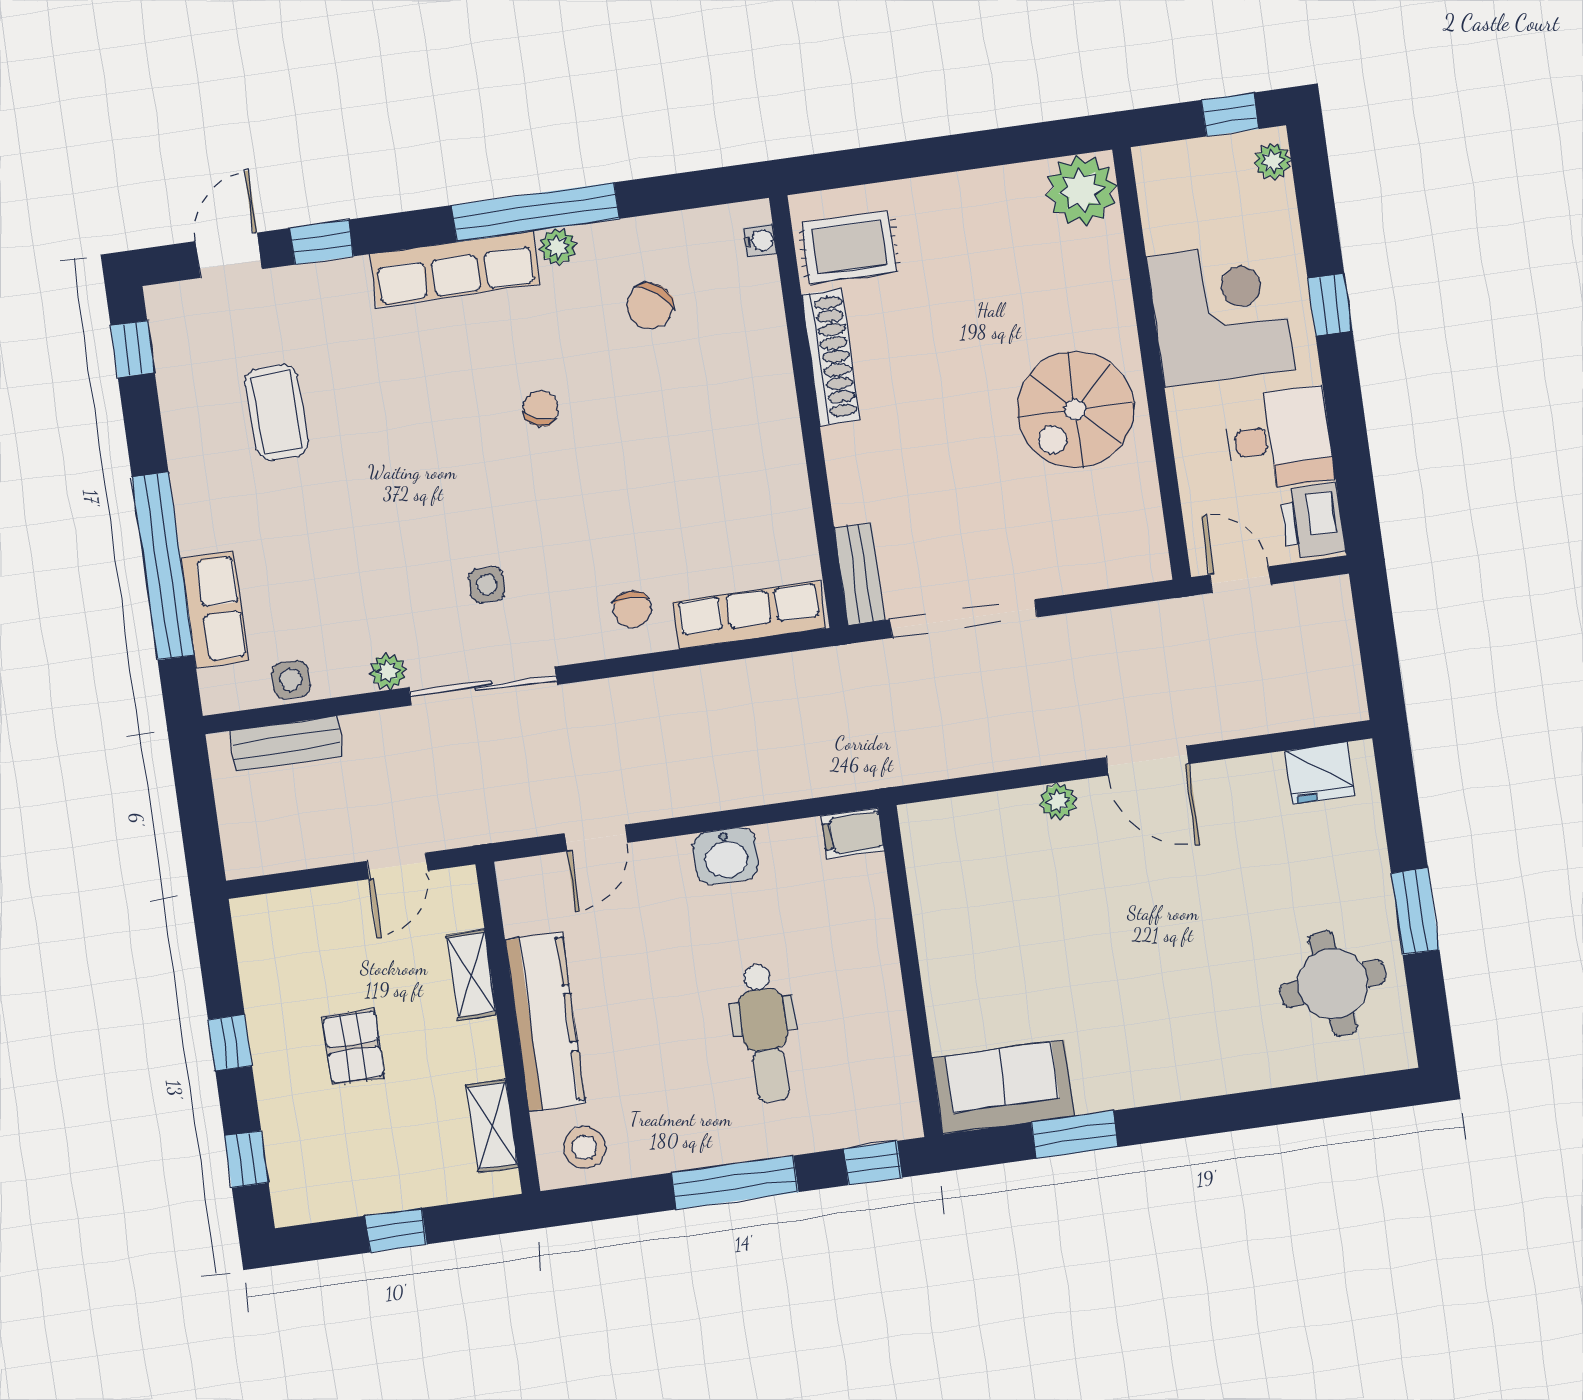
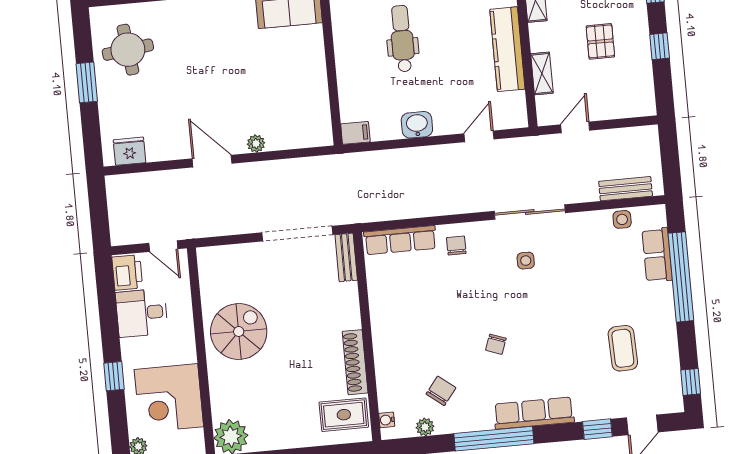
plant: (558, 247) -> (425, 427), moved
corner desk: (1221, 313) -> (169, 398), moved
plant: (388, 672) -> (575, 221), removed

